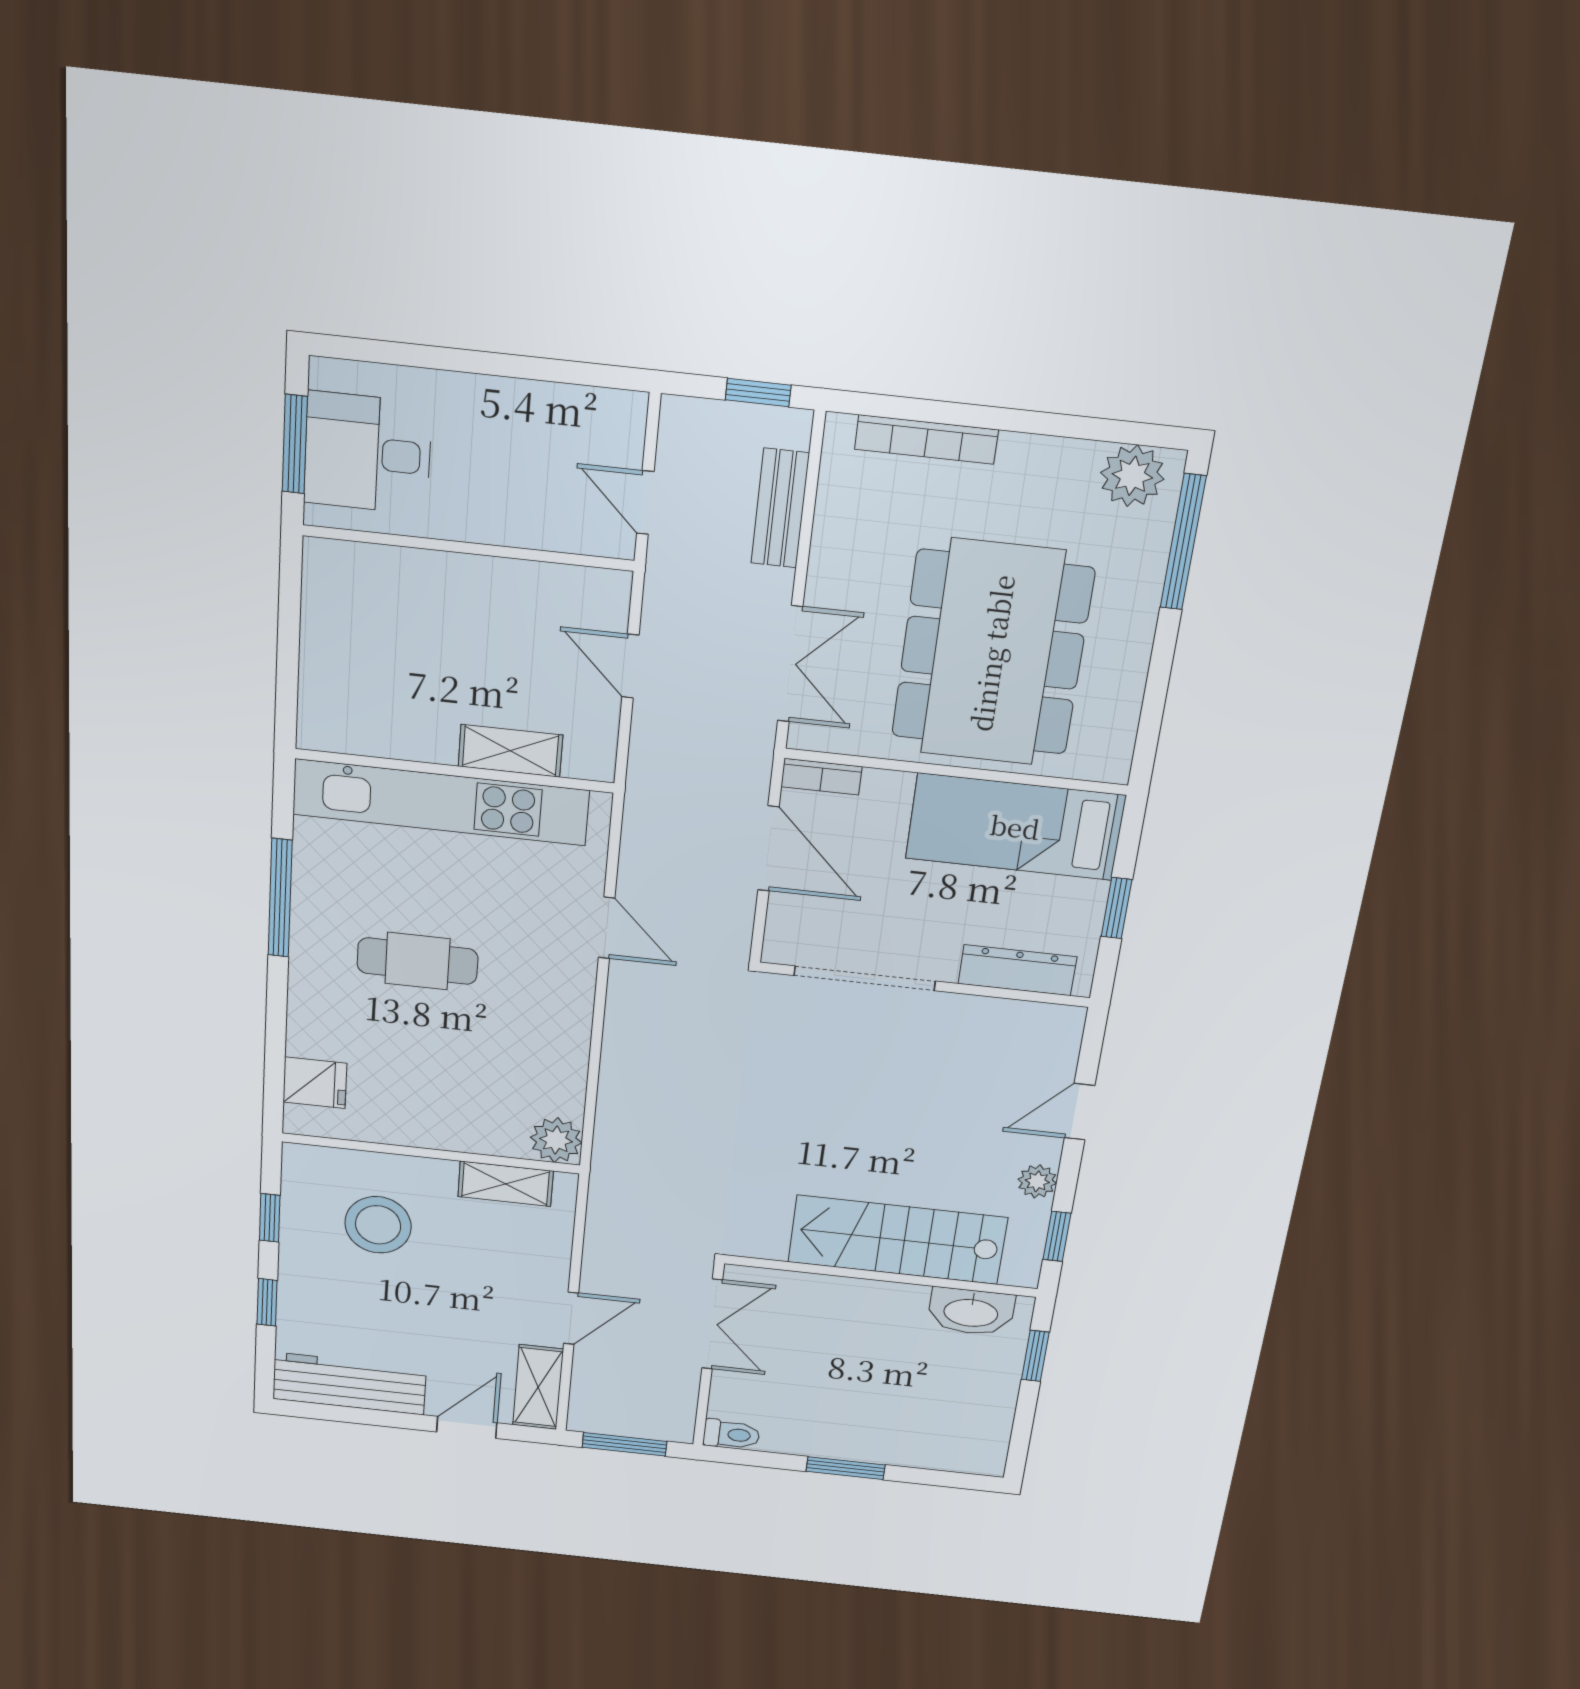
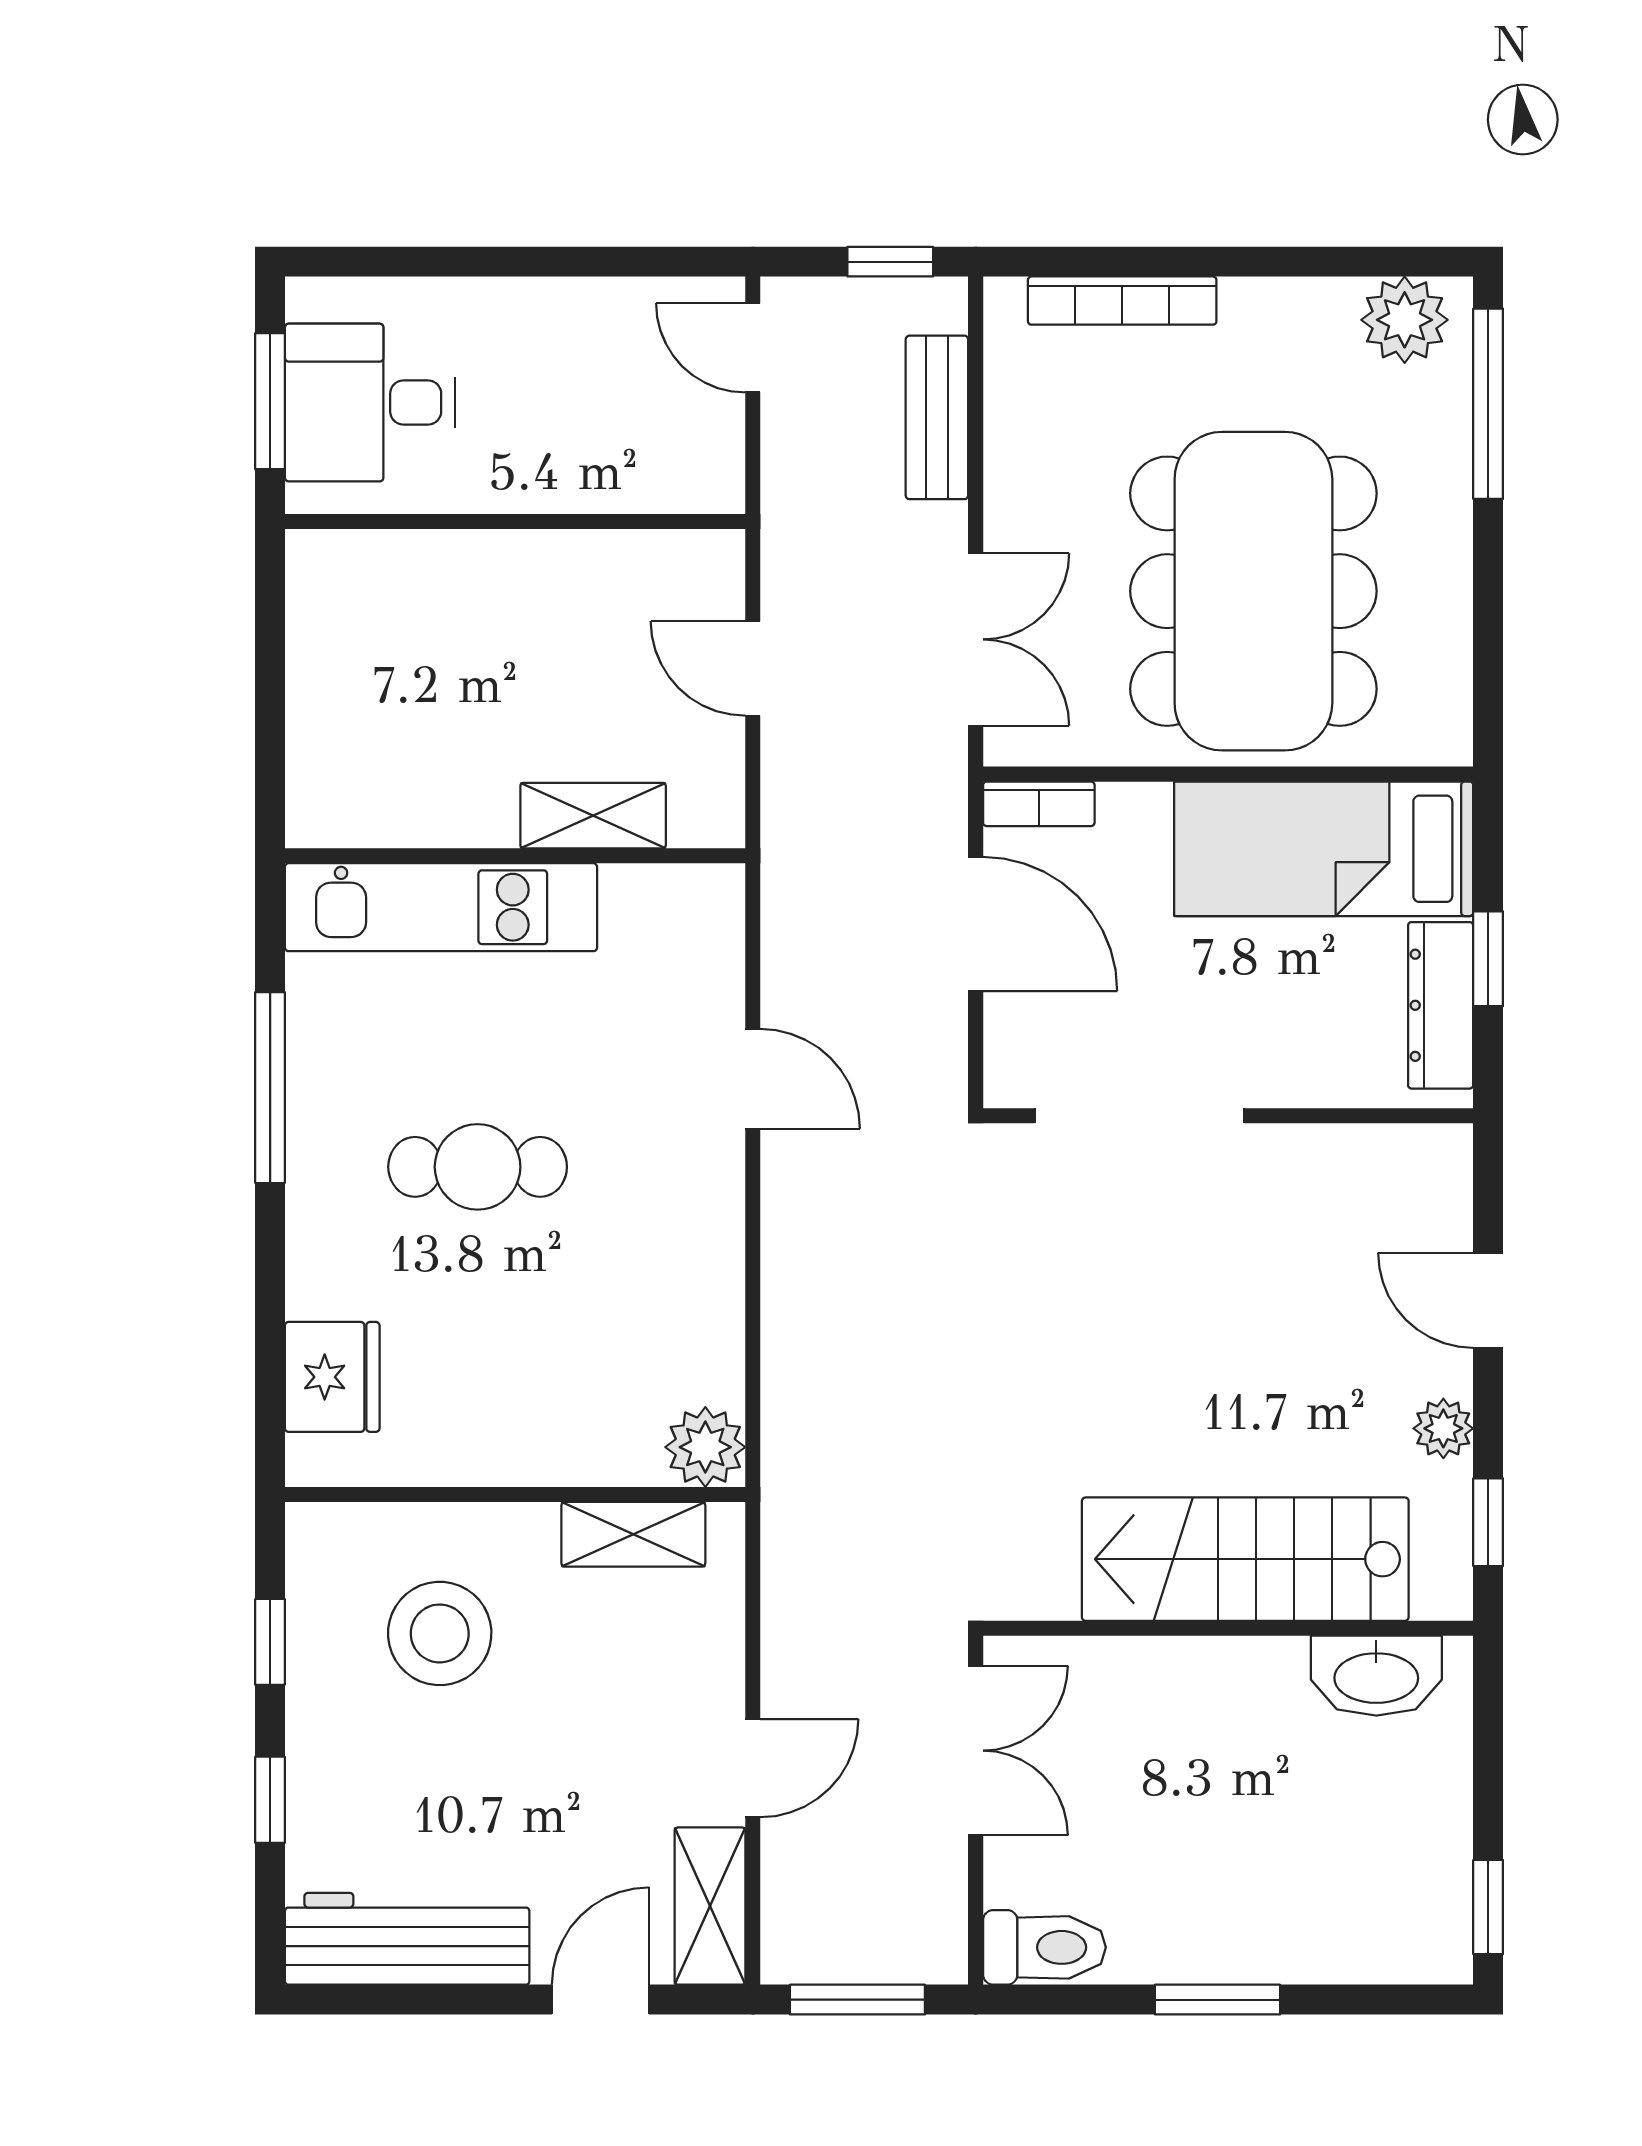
door: (645, 503) -> (753, 348), moved
kitchen unit: (441, 802) -> (441, 907), width x0.73
dresser: (1017, 970) -> (1441, 1005), moved, turned -90
fridge: (315, 1083) -> (332, 1377), width x1.38
door: (1080, 1112) -> (1488, 1300), hinge flipped
window: (1035, 1356) -> (1488, 1907), moved
toilet: (731, 1434) -> (1044, 1947), width x1.37, depth x1.39

